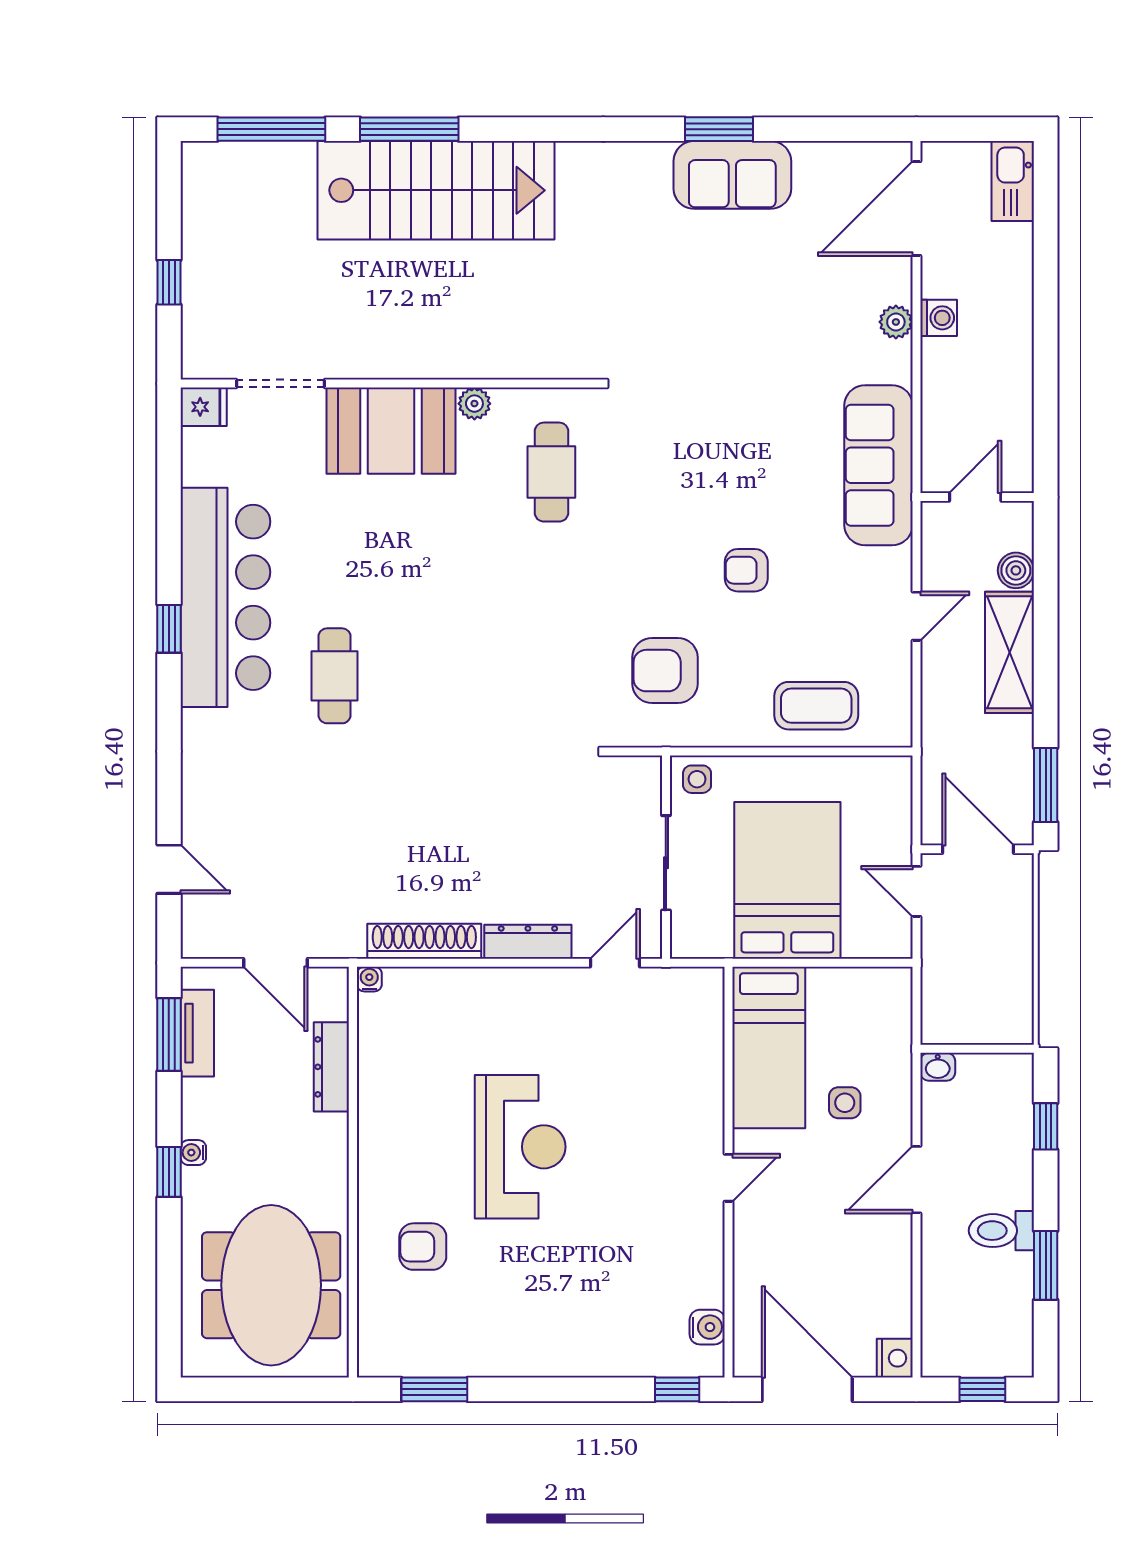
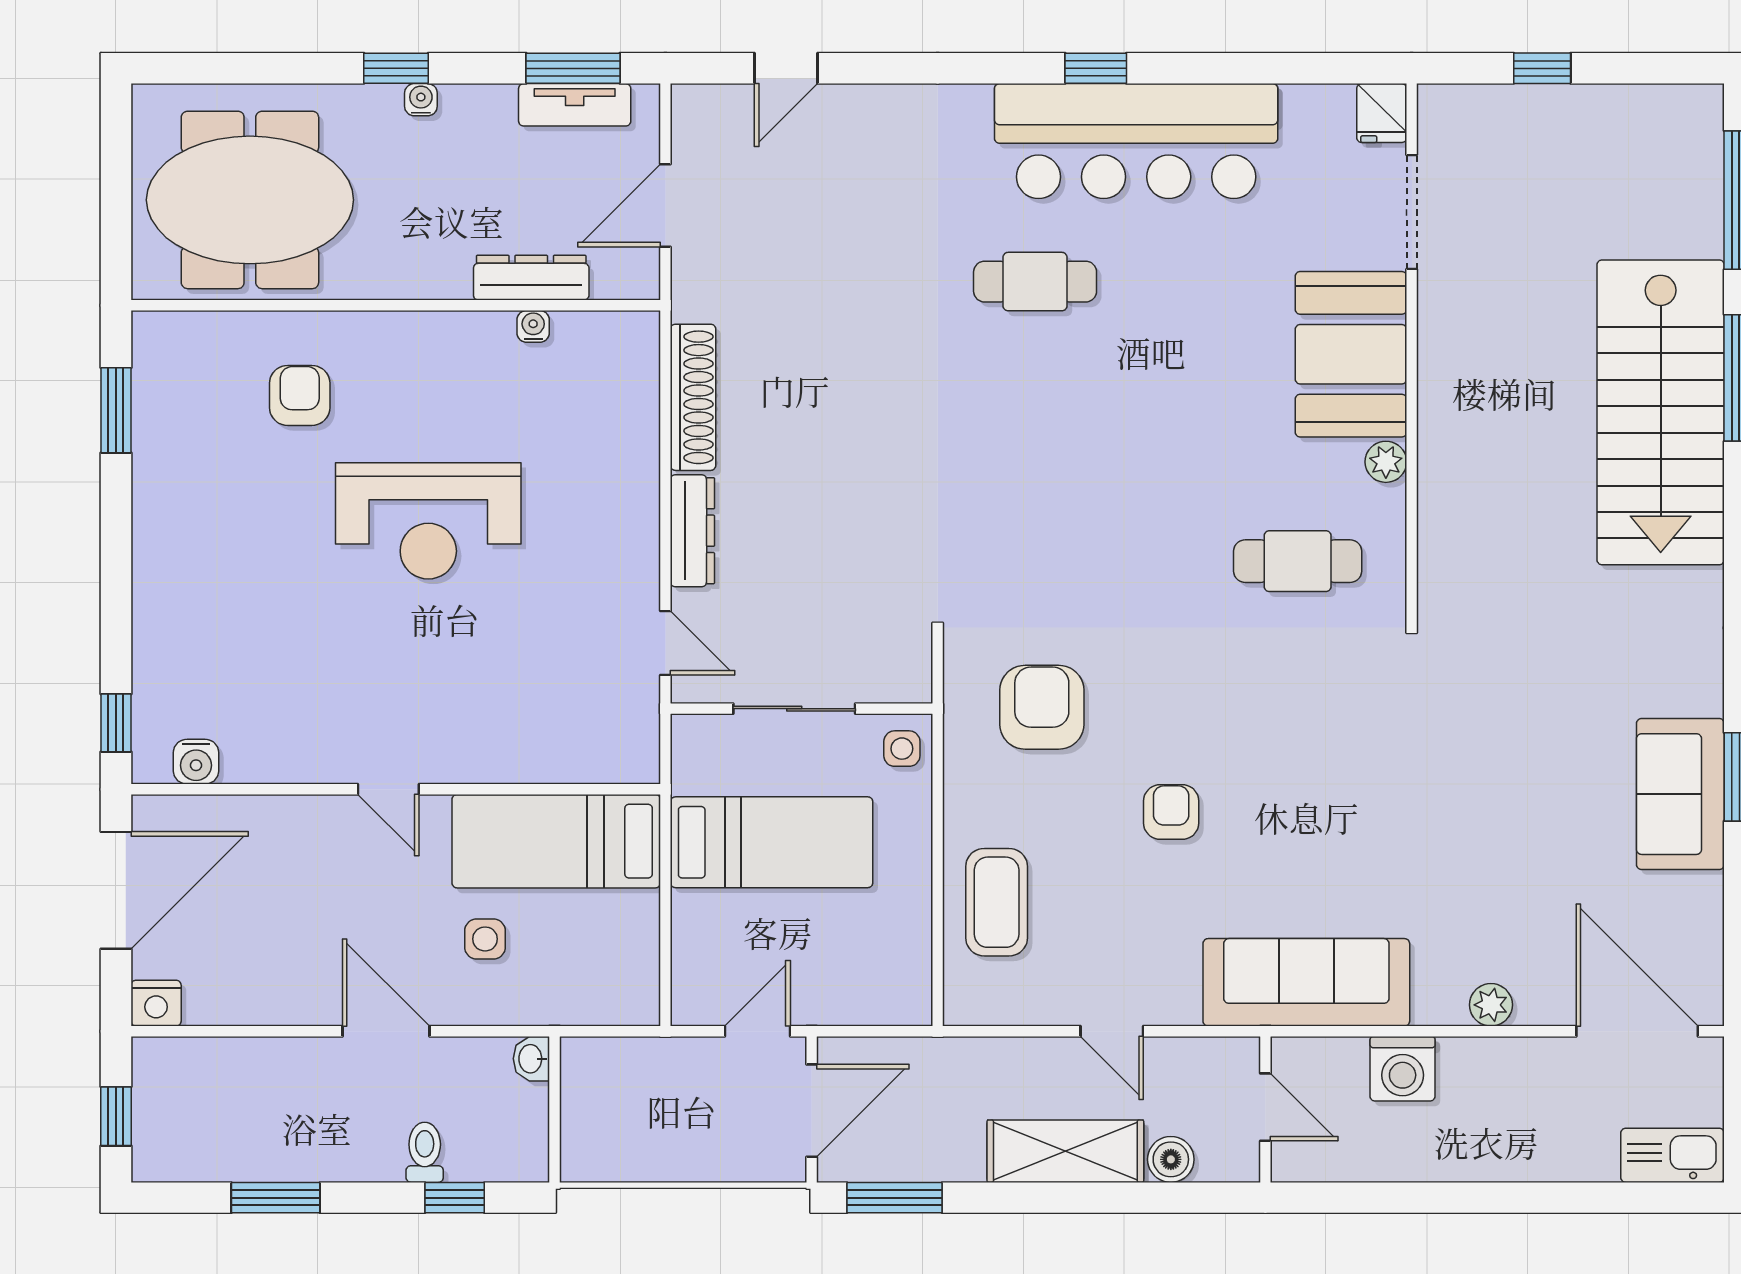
washing machine: (939, 318) -> (1403, 1069), moved, width x1.38, depth x1.38
bed: (787, 880) -> (772, 842), width x0.67
water cooler: (369, 979) -> (533, 326), moved, turned -90
toilet: (1001, 1231) -> (425, 1152), moved, width x0.73, depth x0.72

